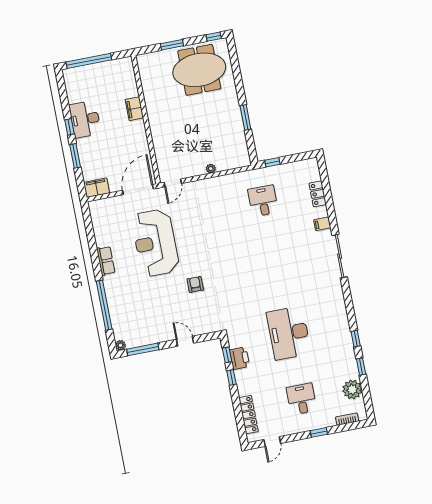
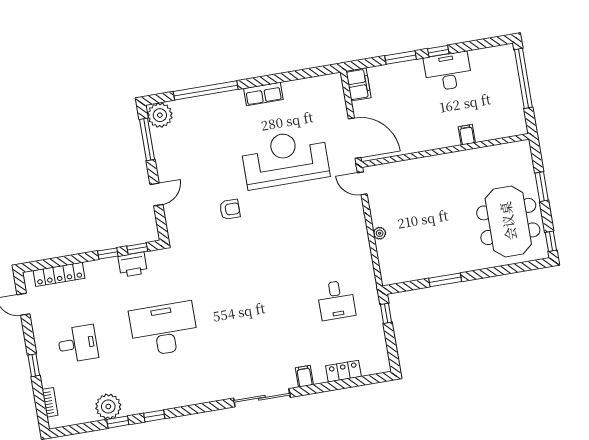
filing cabinet: (134, 109) -> (467, 135), width x0.50
desk: (263, 201) -> (336, 300), turned 90
plant: (120, 345) -> (160, 115), width x1.87, depth x1.87
plant: (352, 390) -> (108, 407), moved

